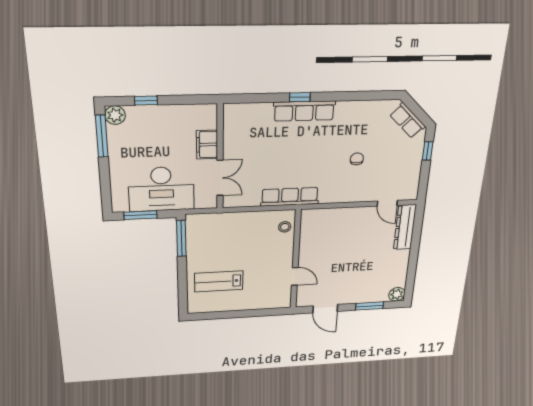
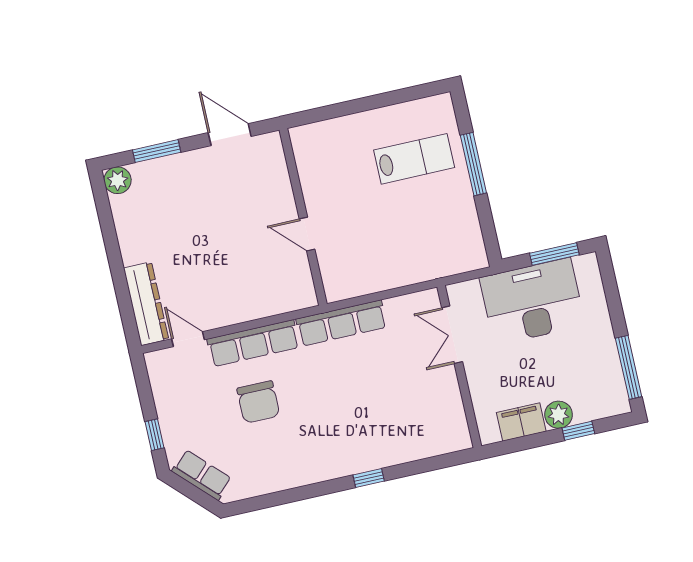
row of seats: (304, 111) -> (253, 343), moved, turned 180
plant: (115, 115) -> (559, 415), moved
filing cabinet: (207, 145) -> (521, 422), moved, turned -90
chair: (357, 159) -> (258, 402), width x1.87, depth x1.87
stool: (285, 227) -> (336, 272), removed
window: (181, 238) -> (473, 164), moved
door: (295, 276) -> (307, 234), moved

